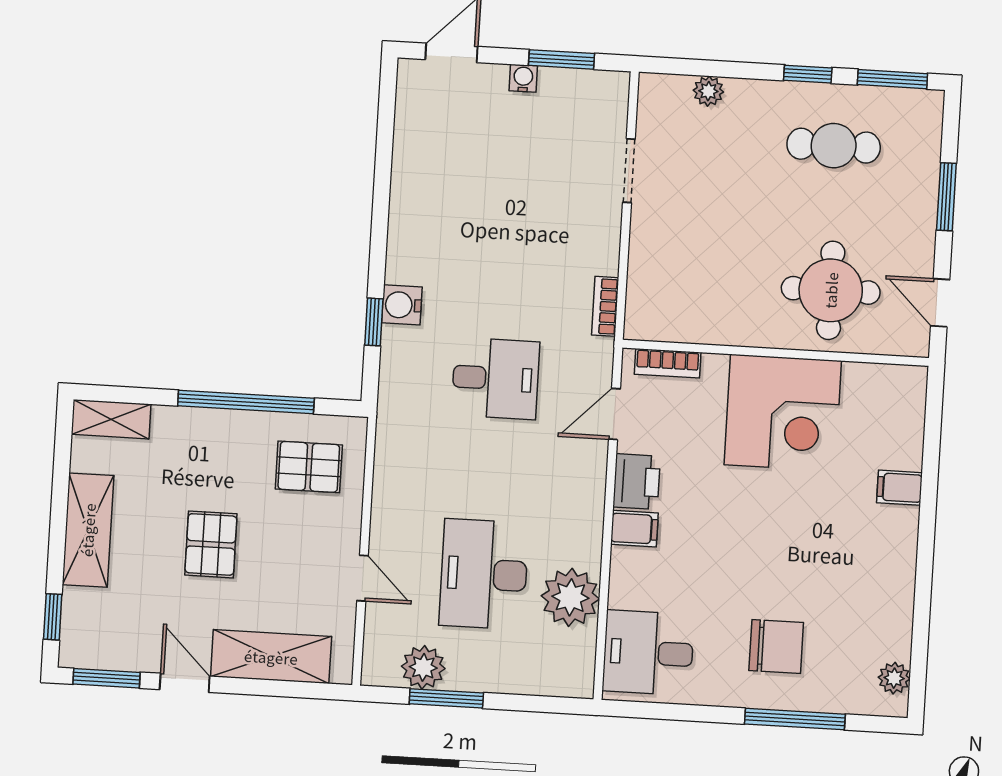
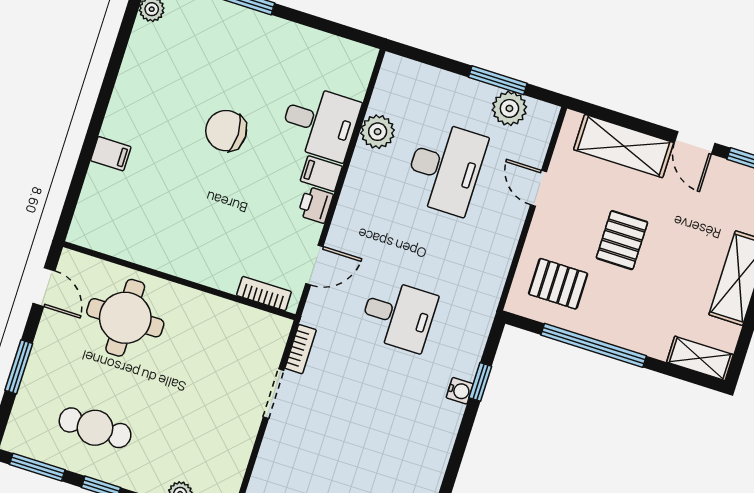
doorway: (629, 171) -> (274, 394), moved
water cooler: (402, 305) -> (460, 391), width x0.72, depth x0.72
desk: (495, 378) -> (398, 315), turned 180
corner desk: (783, 413) -> (186, 234), removed
printer: (637, 482) -> (315, 205), width x0.73, depth x0.81
pallet: (211, 544) -> (622, 240), moved
plant: (570, 597) -> (378, 132), width x0.73, depth x0.73
chair: (776, 647) -> (226, 131), moved
desk: (648, 653) -> (320, 123), moved

